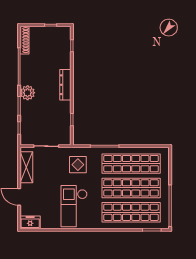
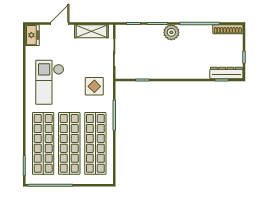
dresser: (65, 85) -> (226, 73), moved
checkout: (74, 206) -> (50, 82), turned -90

